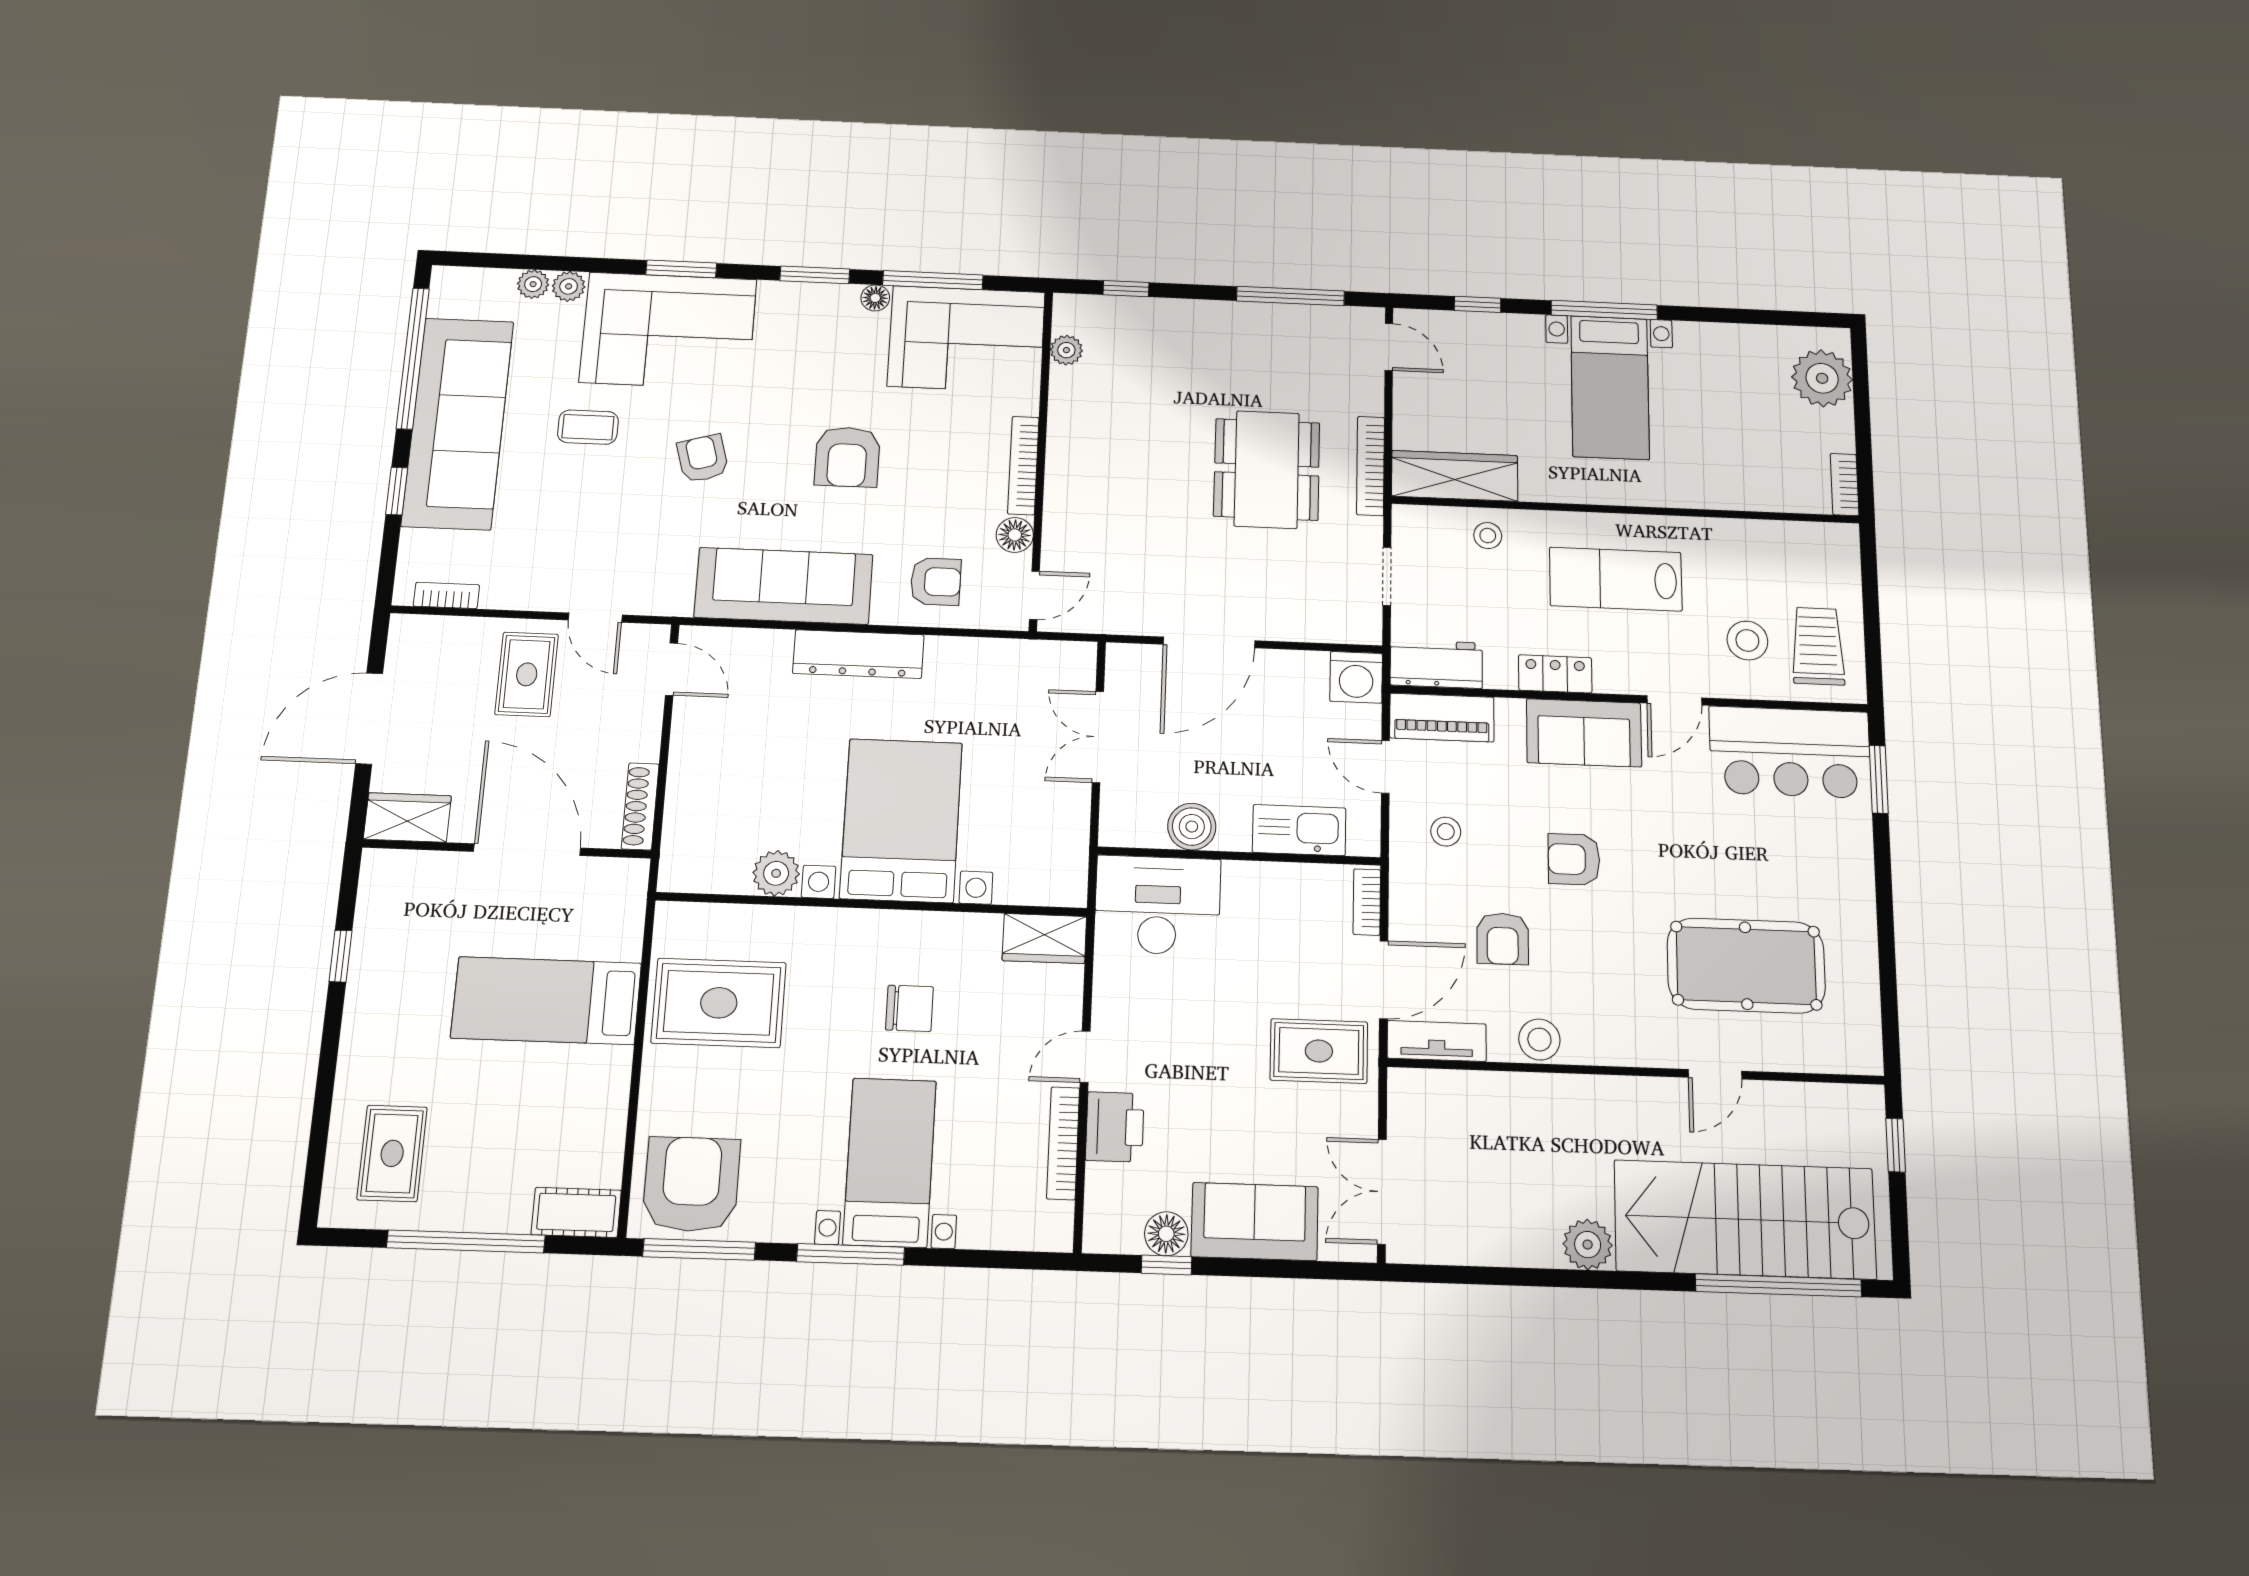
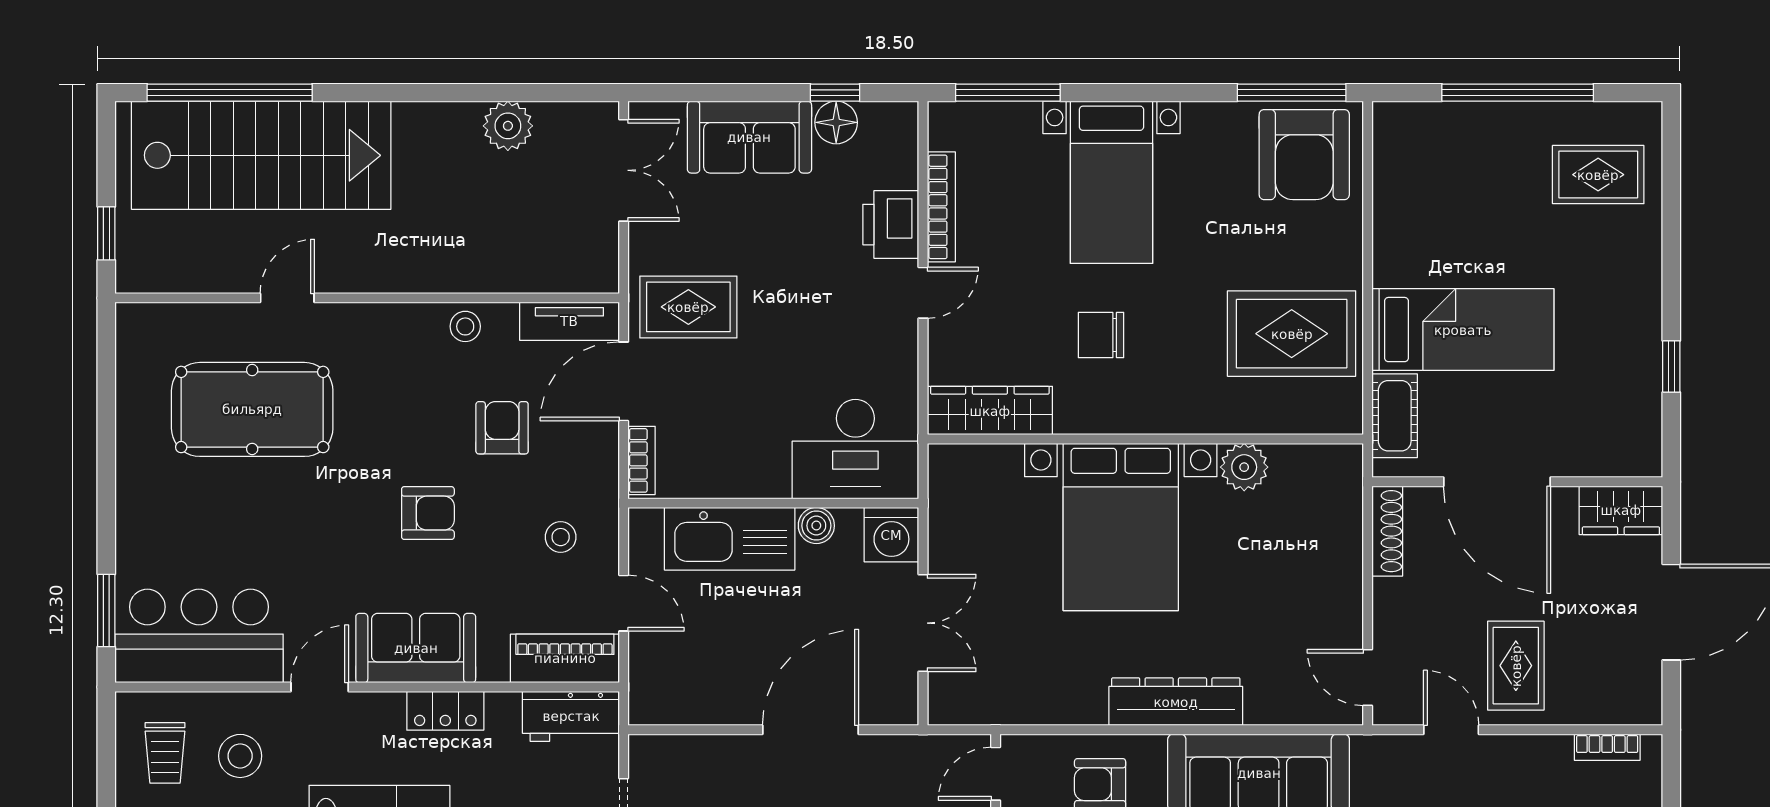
trolley: (1818, 646) -> (165, 753), width x0.73, depth x0.72
washing machine: (1356, 677) -> (891, 535), moved, turned 180
boiler: (1192, 827) -> (816, 526), width x0.73, depth x0.73
kitchen sink: (1299, 830) -> (730, 539), width x1.36, depth x1.24
wardrobe: (1044, 939) -> (990, 411), width x1.50
stool: (1539, 1040) -> (465, 326), width x0.73, depth x0.73
rug: (392, 1153) -> (1598, 175), turned 90
cot: (576, 1212) -> (1395, 416), moved, turned 90
plant: (1588, 1245) -> (508, 126), moved
window: (851, 1254) -> (1008, 93), moved

